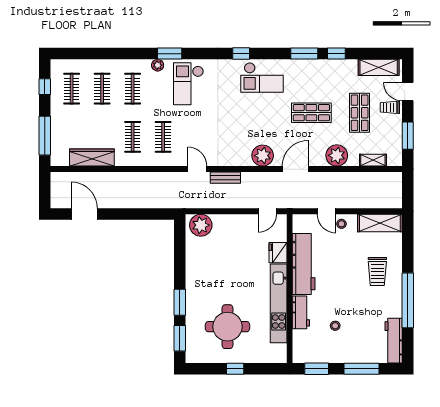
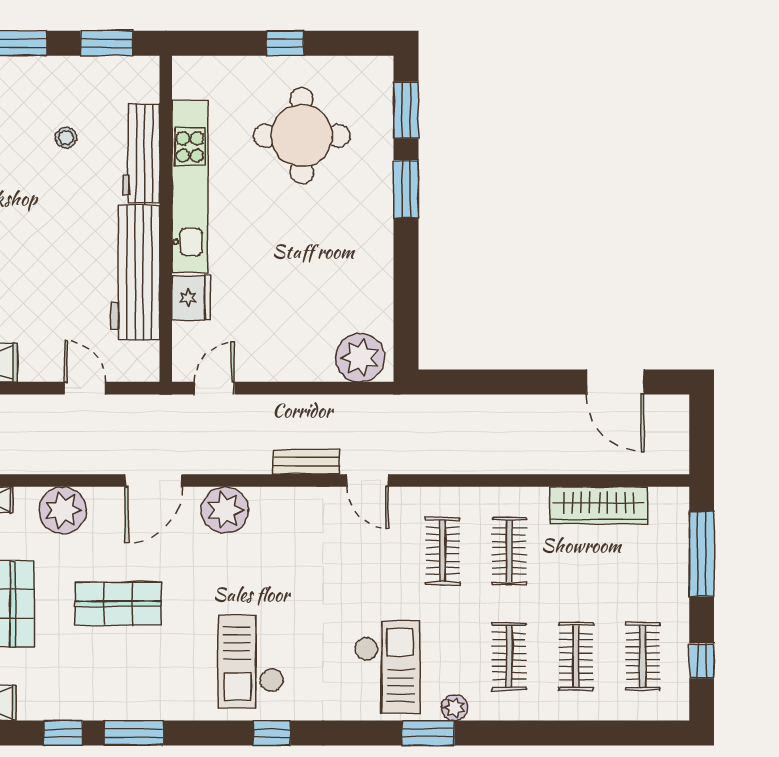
checkout: (262, 77) -> (251, 662), moved, turned -90
stool: (341, 224) -> (52, 361), removed
workbench: (301, 312) -> (141, 153), width x1.38

